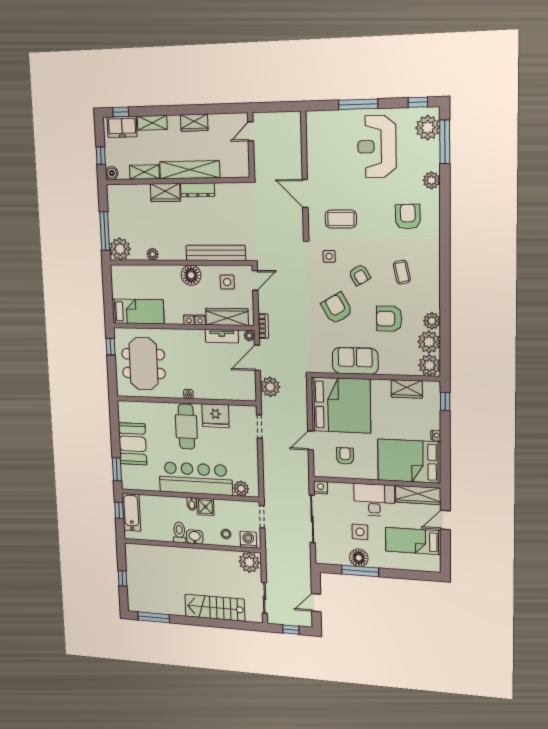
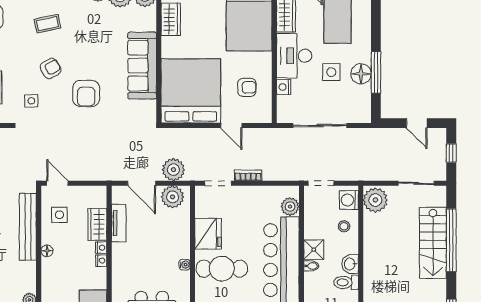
floor lamp: (191, 275) -> (47, 251), width x0.53, depth x0.53
armchair: (337, 308) -> (86, 93), turned -60
wardrobe: (227, 317) -> (97, 224), width x0.67
armchair: (389, 319) -> (96, 37), removed
bookcase: (263, 326) -> (248, 175), moved
plant: (249, 336) -> (173, 197), moved, width x1.88, depth x1.88
sofa: (355, 361) -> (142, 66), width x1.36
armchair: (345, 456) -> (247, 87), turned 180
nightstand: (320, 488) -> (284, 87), moved
window: (218, 623) -> (451, 240), added

